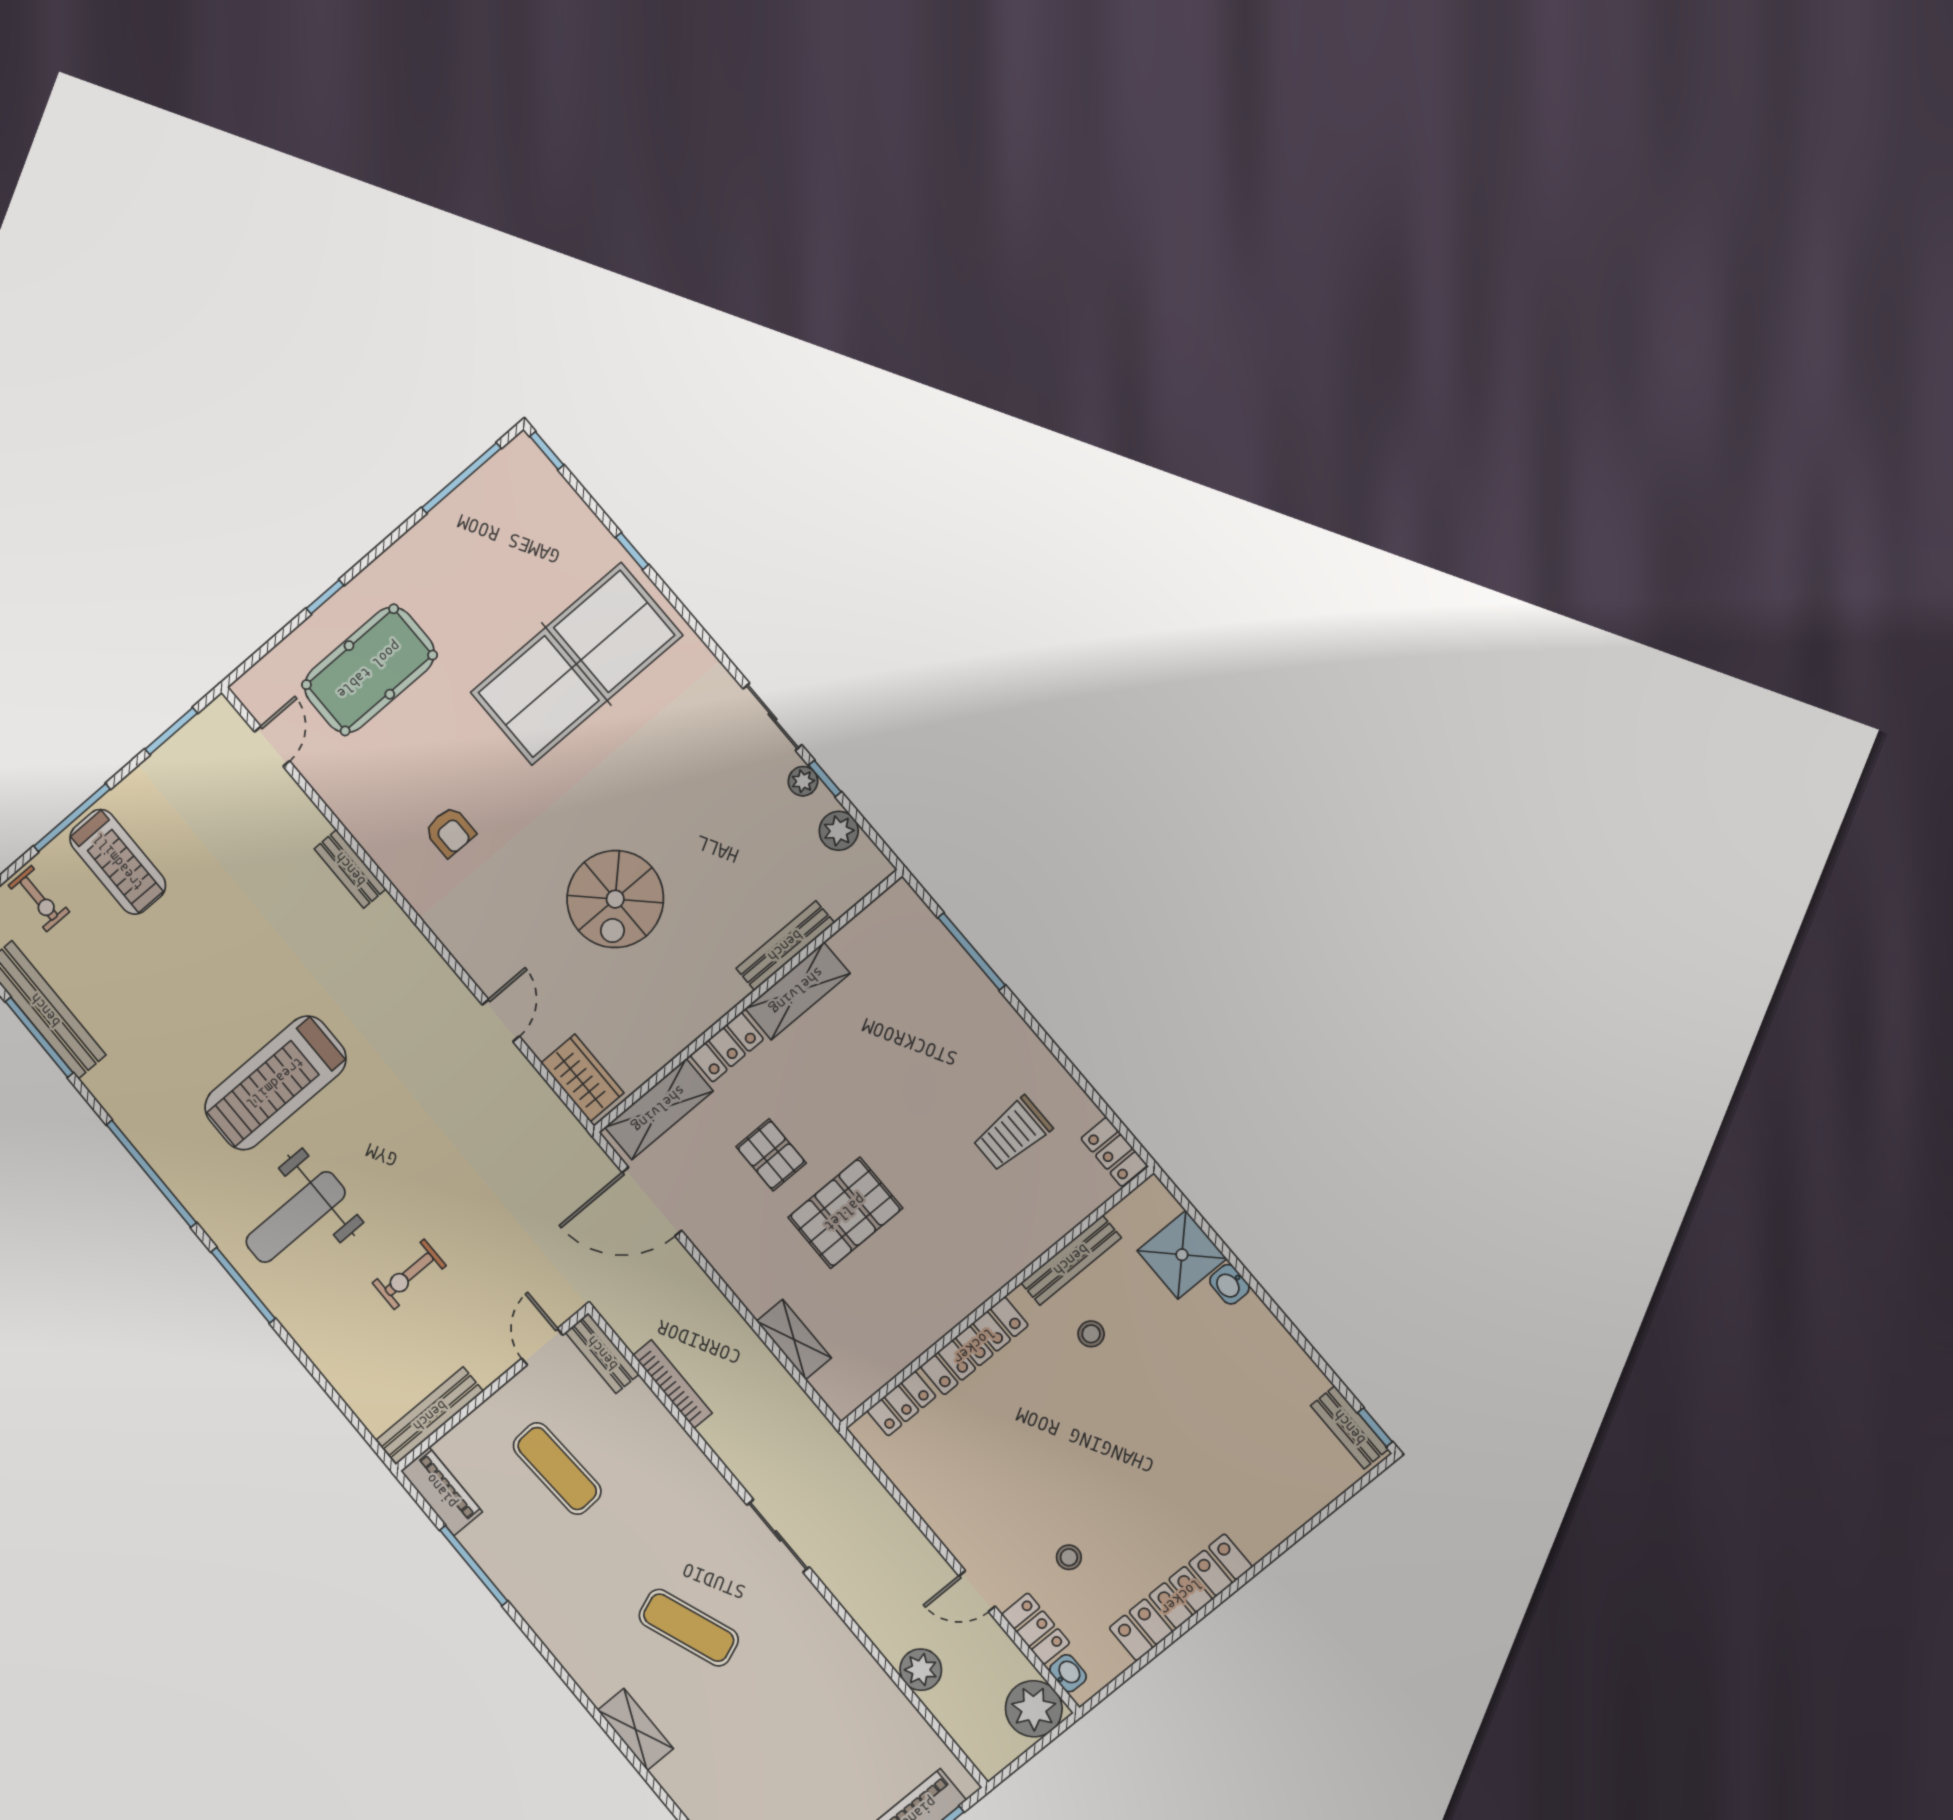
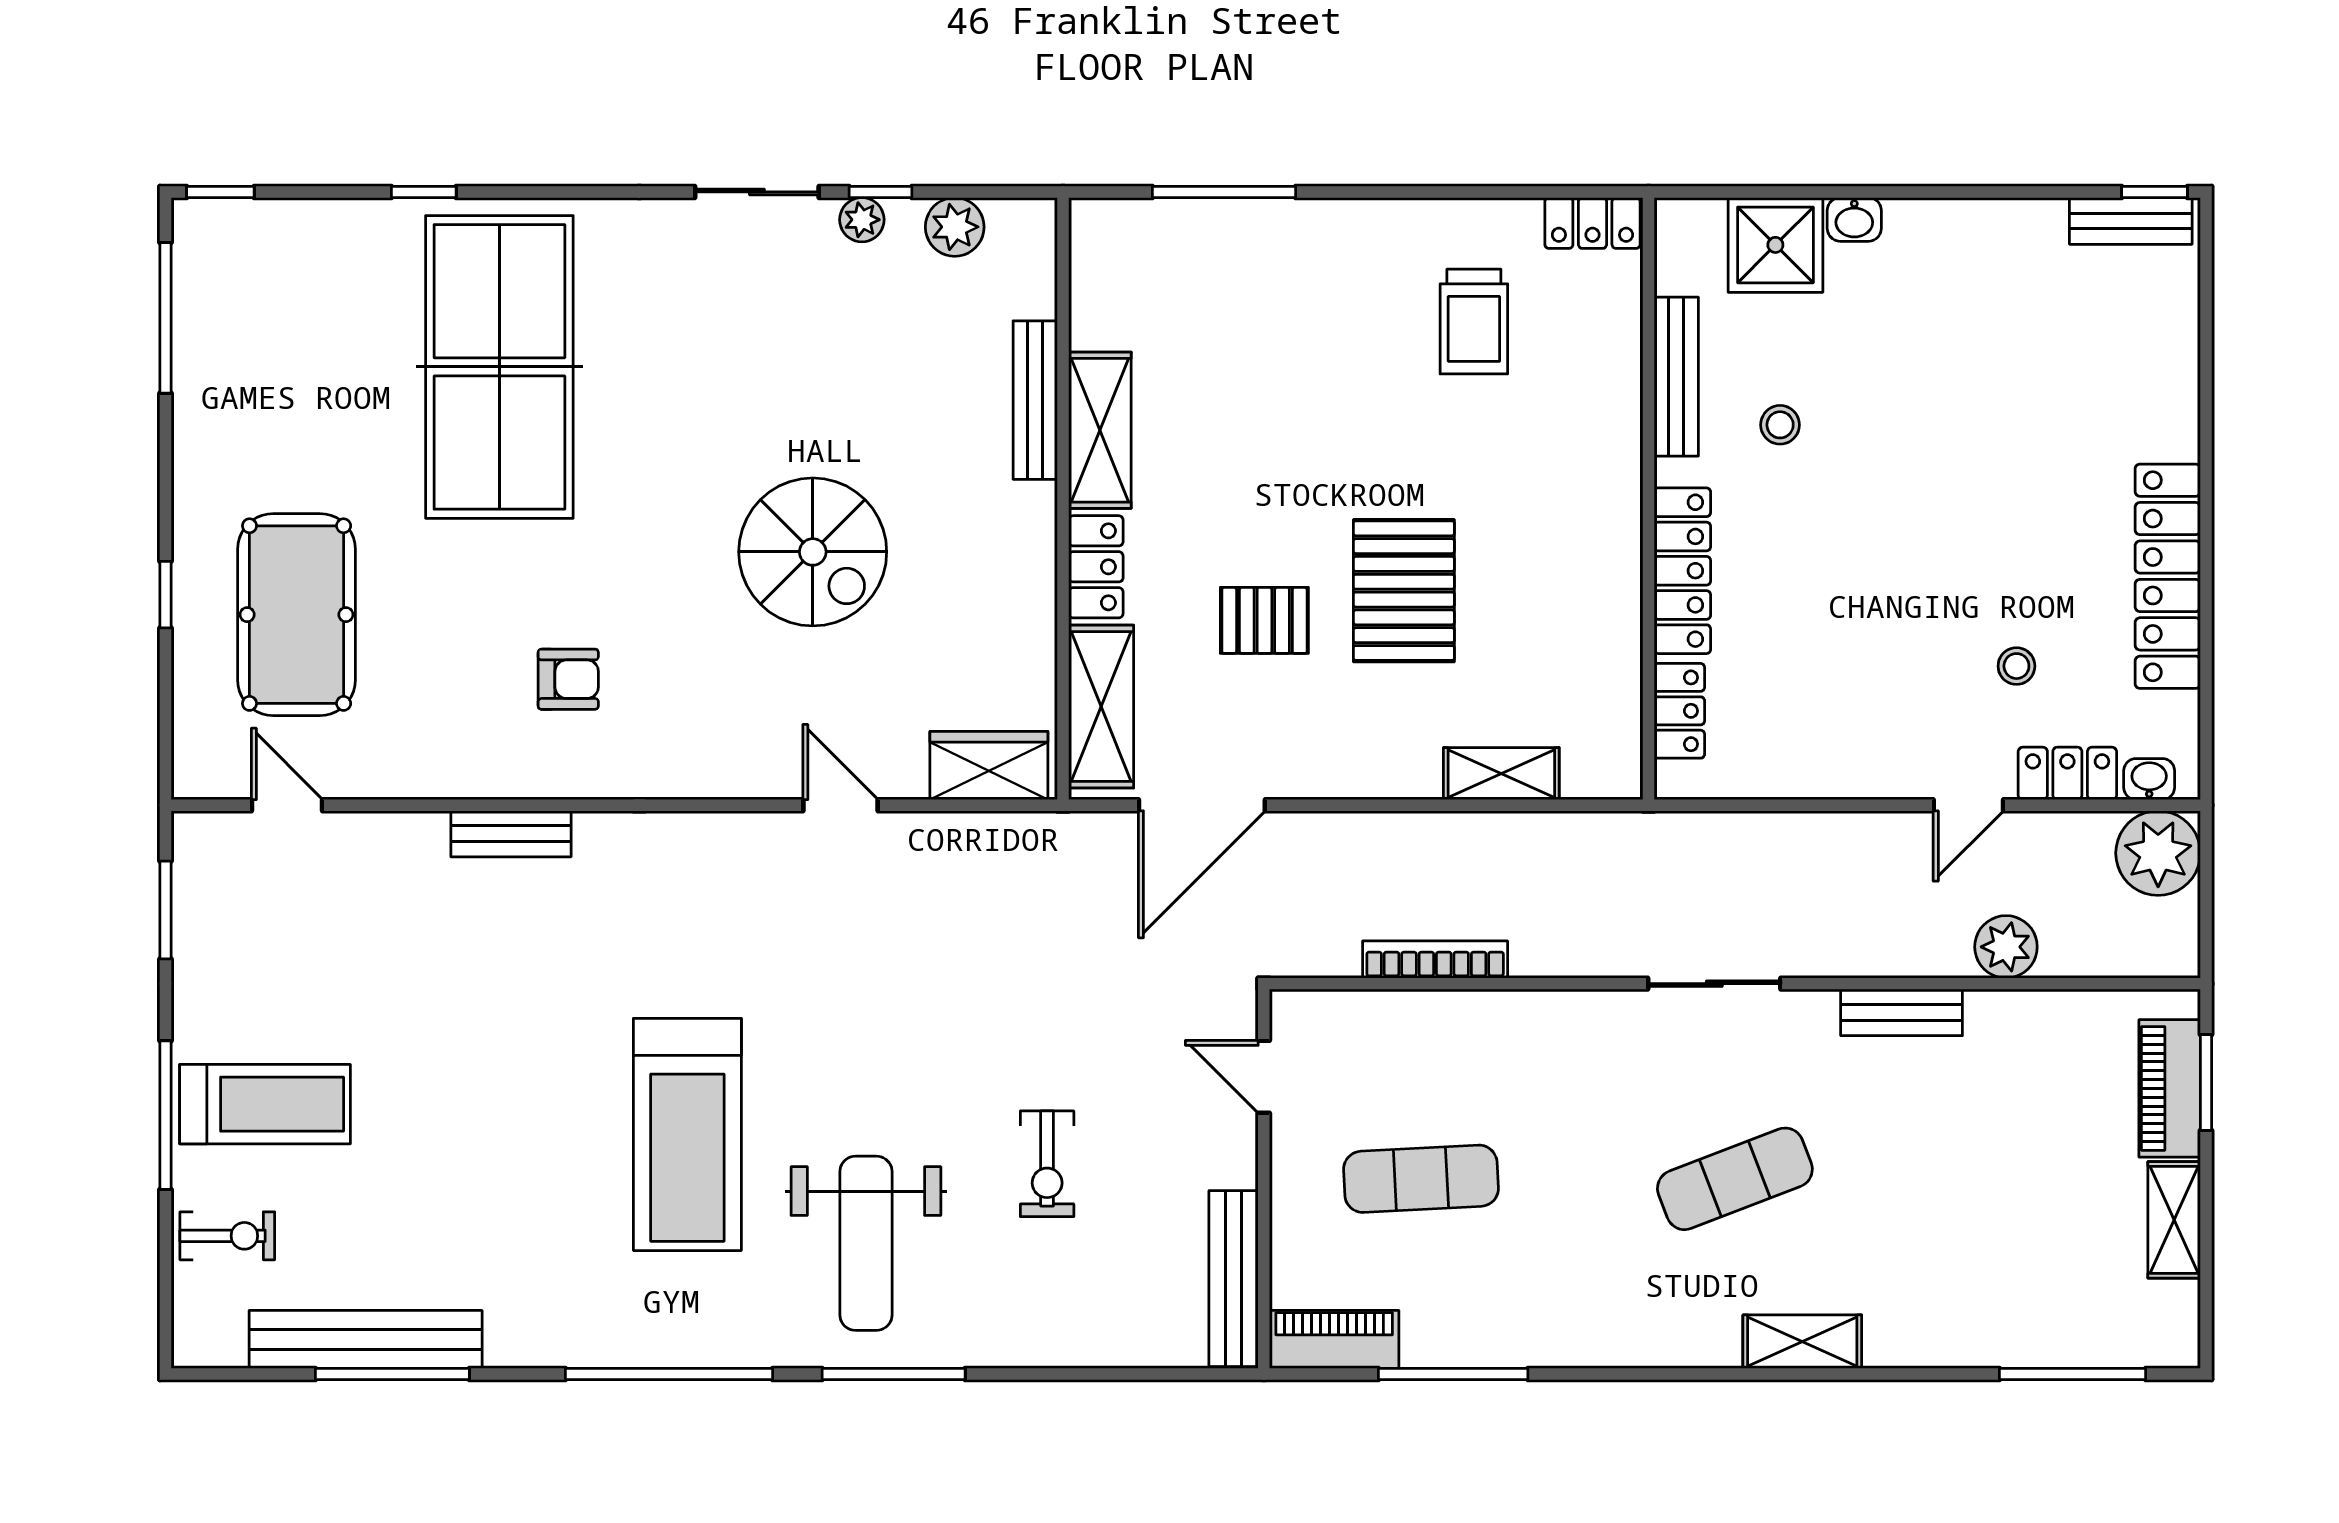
bench: (602, 1353) -> (1902, 1012), moved

